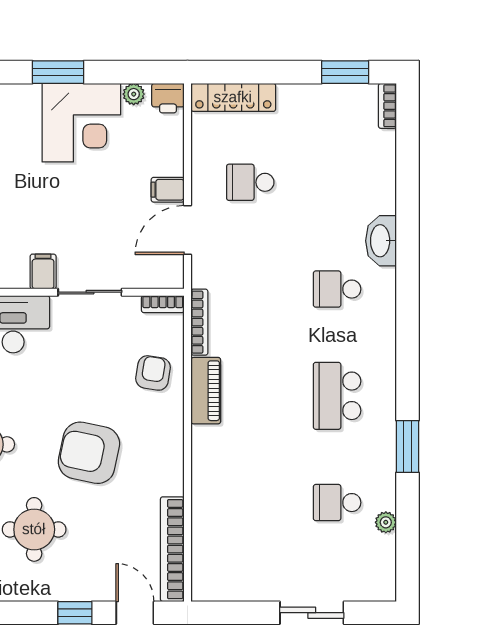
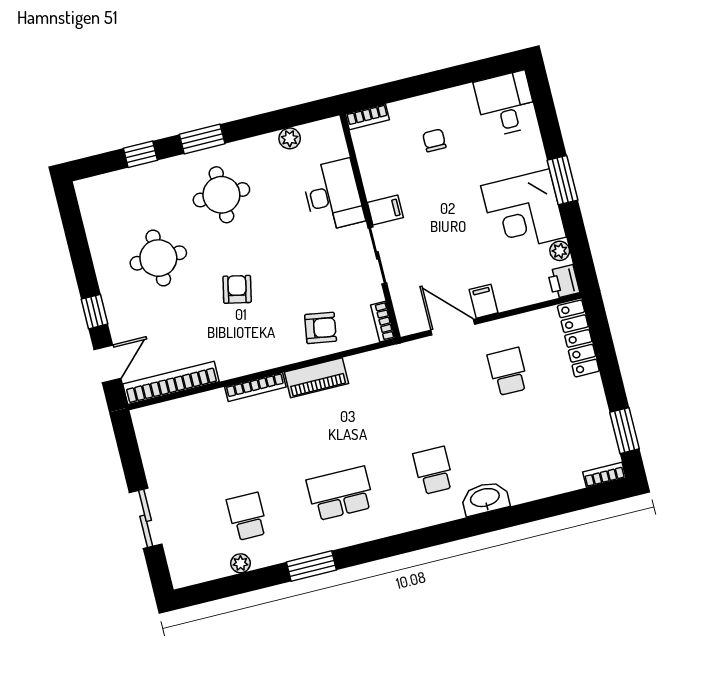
bookcase: (199, 322) -> (255, 387), moved
armchair: (89, 453) -> (237, 289), width x0.53, depth x0.53

